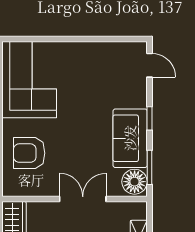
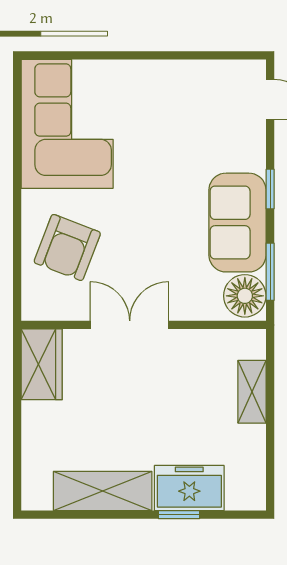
armchair: (29, 153) -> (67, 247), turned -69
double door: (83, 199) -> (130, 325), moved

